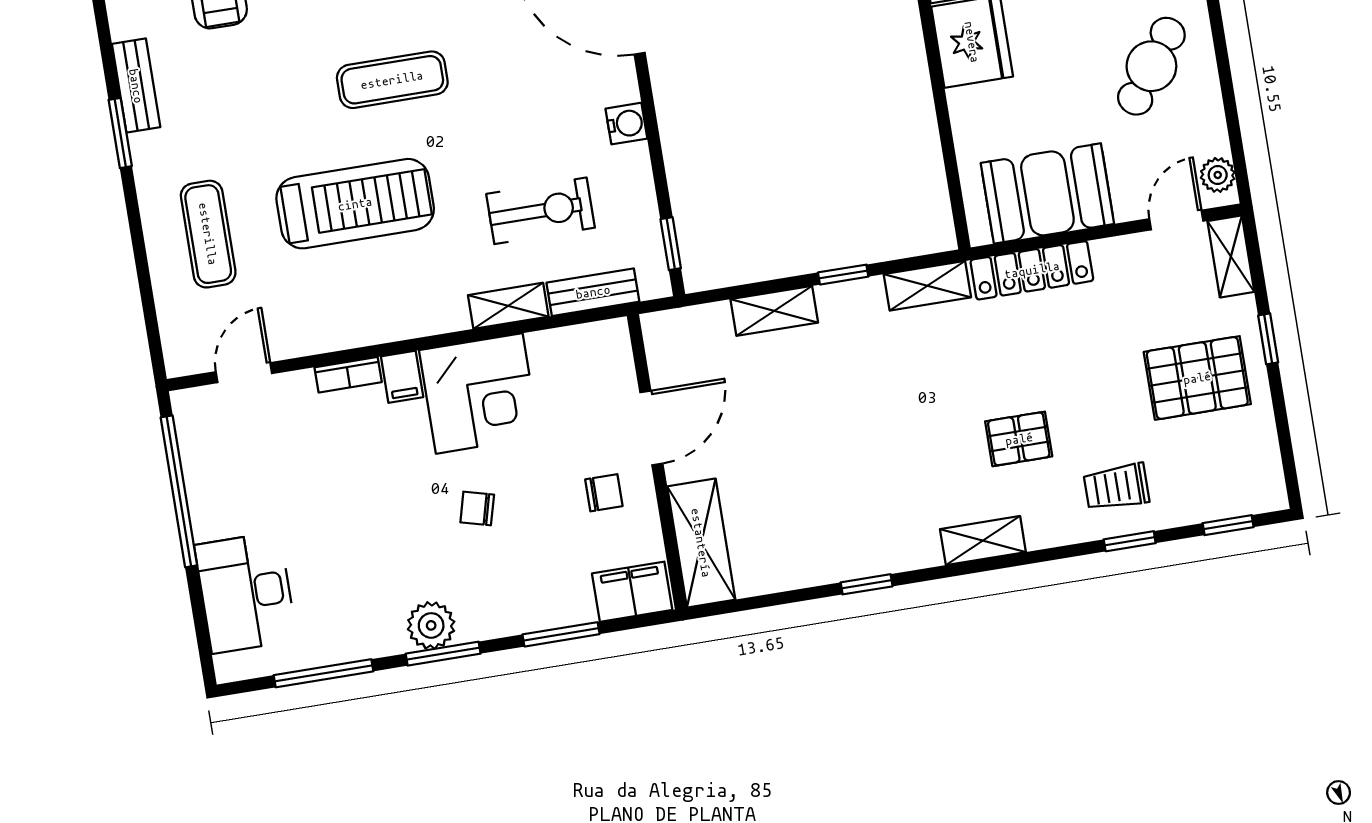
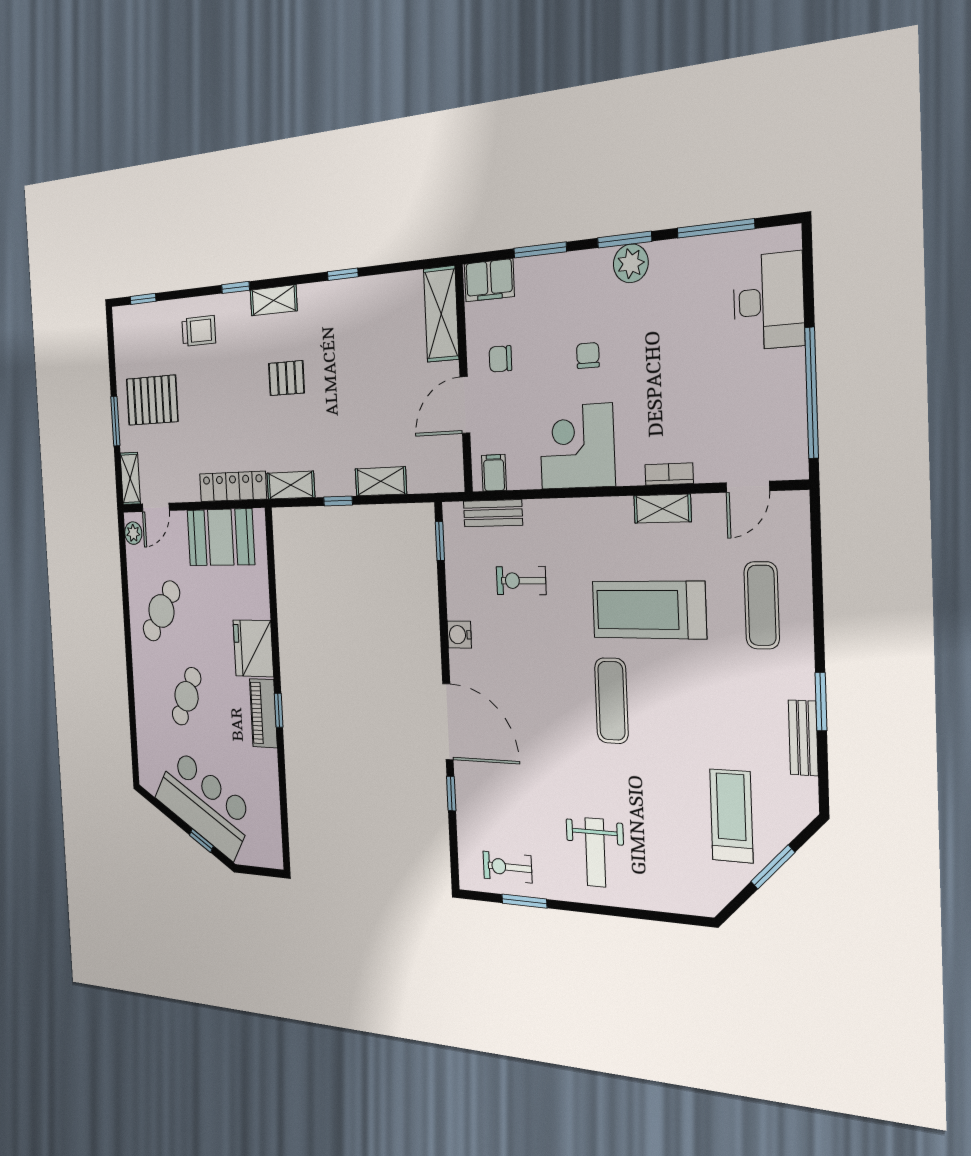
exercise mat: (392, 80) -> (611, 701), turned 90
exercise bike: (541, 211) -> (521, 581), width x0.73, depth x0.72
shelving: (508, 306) -> (662, 509), moved
window: (1268, 339) -> (115, 421), width x1.50
filing cabinet: (402, 377) -> (494, 473), moved
pallet: (1019, 439) -> (286, 378), moved
chair: (477, 508) -> (588, 355), turned -105
window: (1130, 541) -> (236, 287), moved

